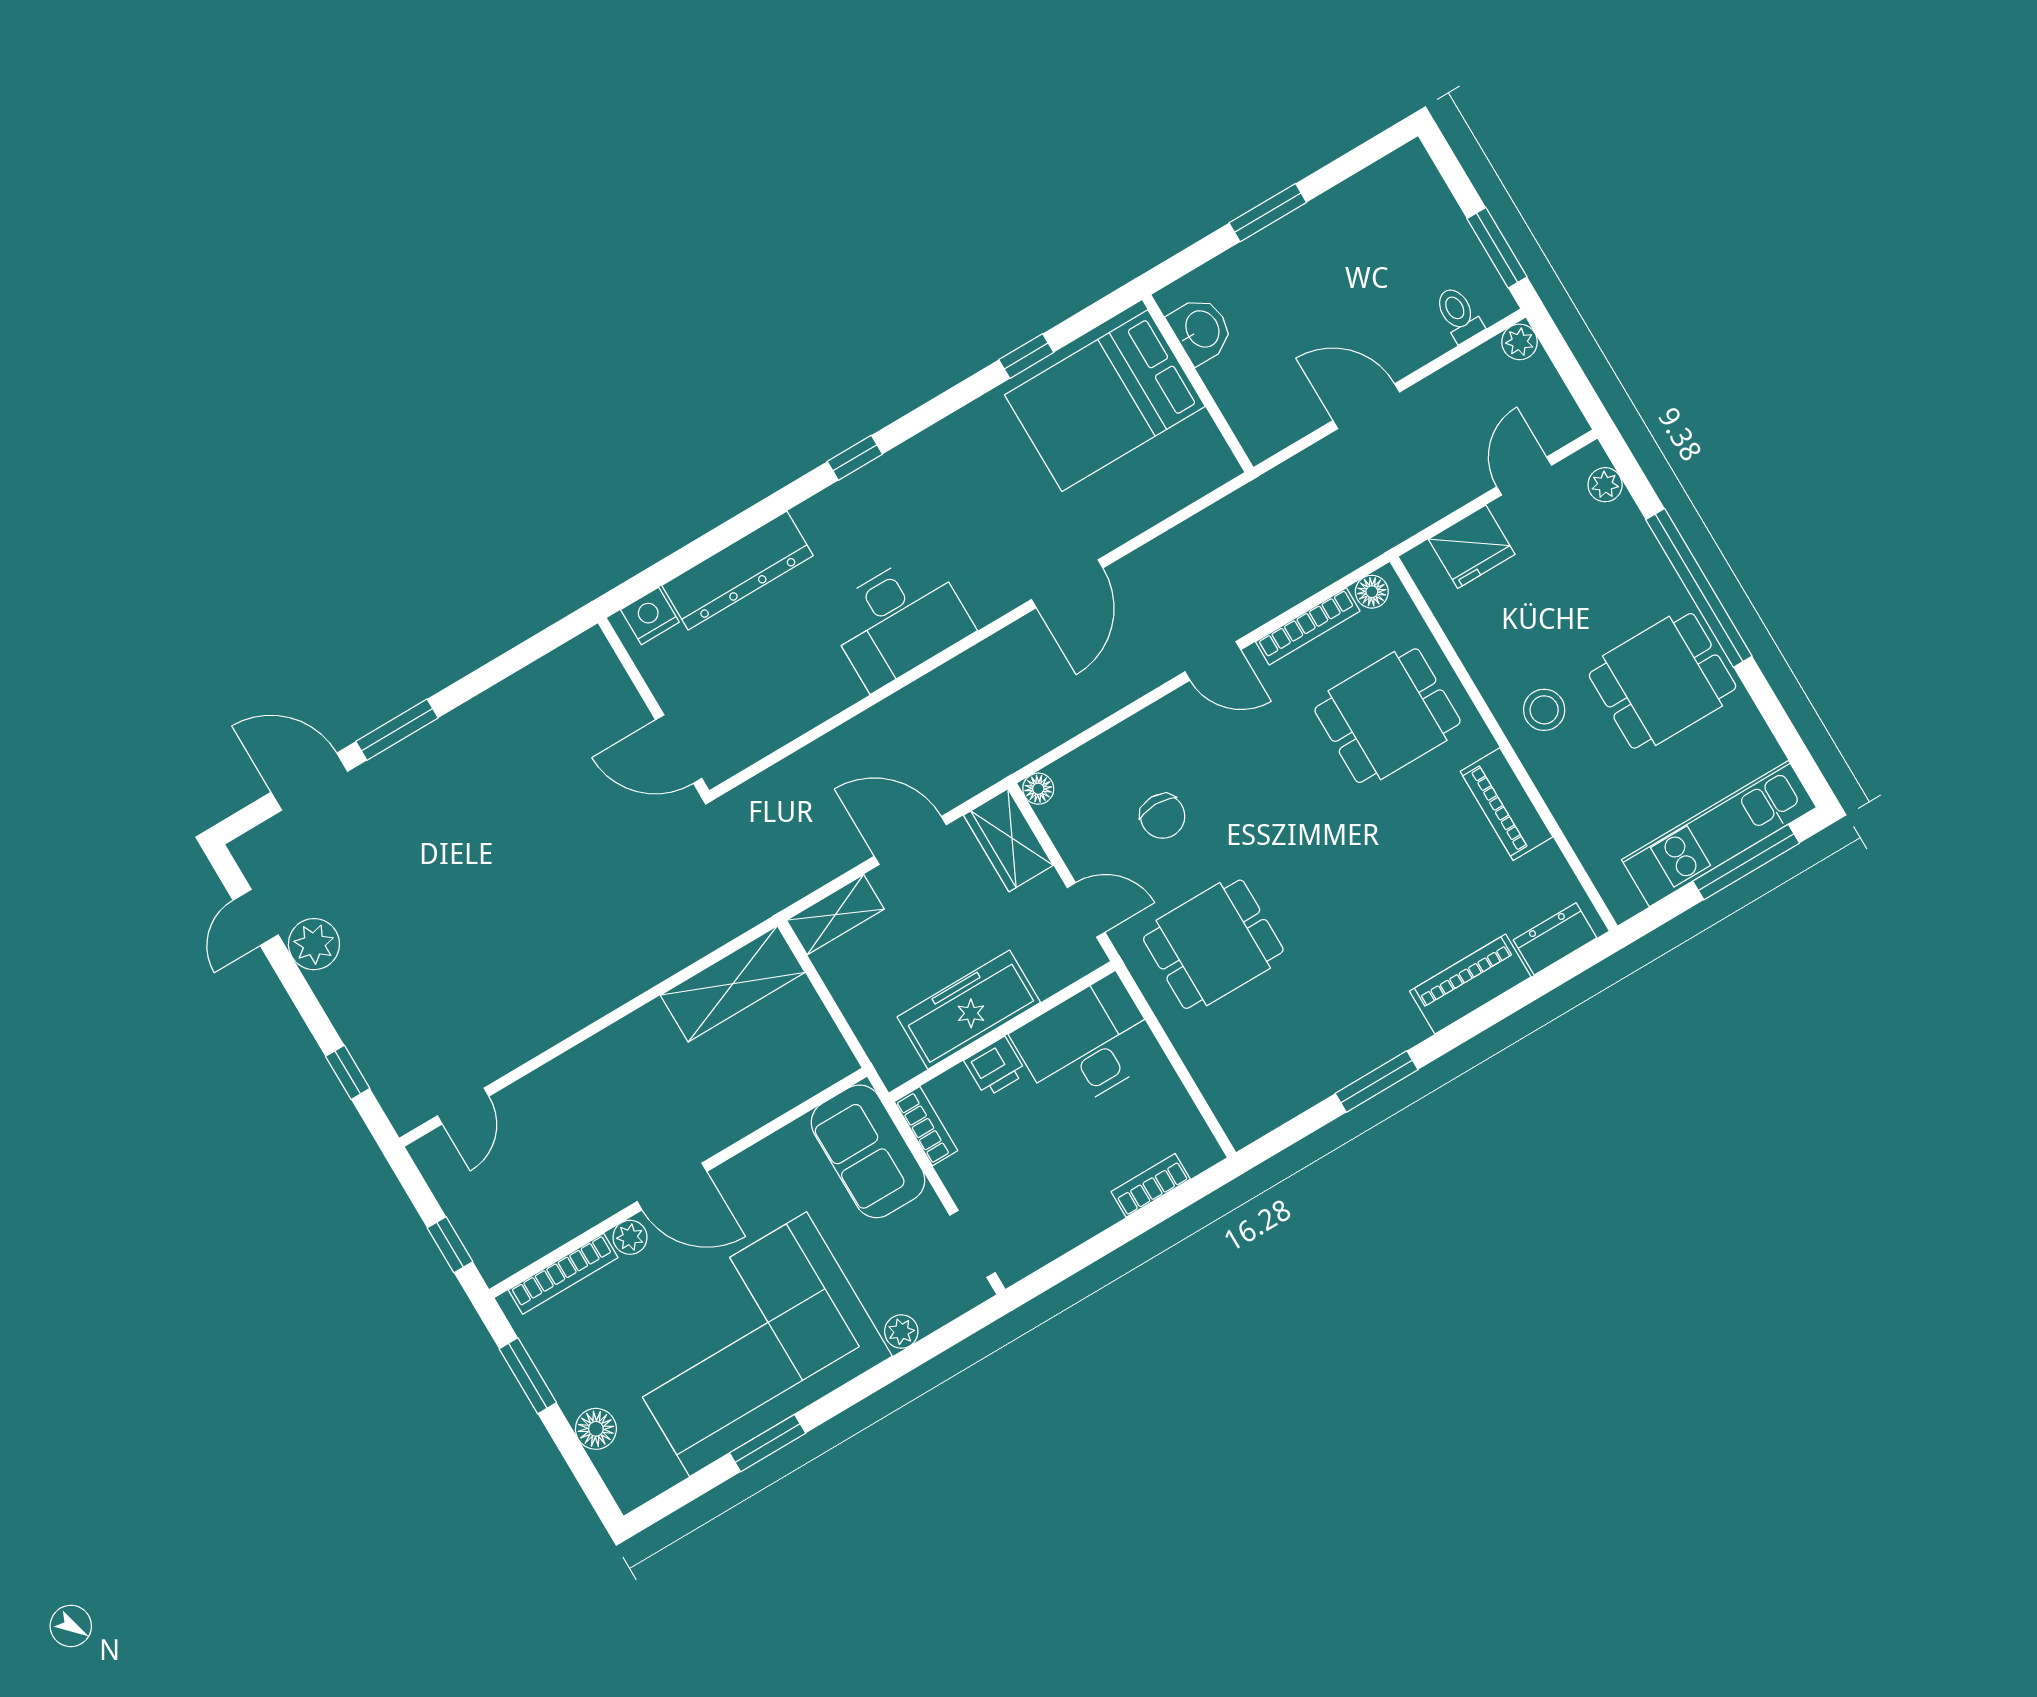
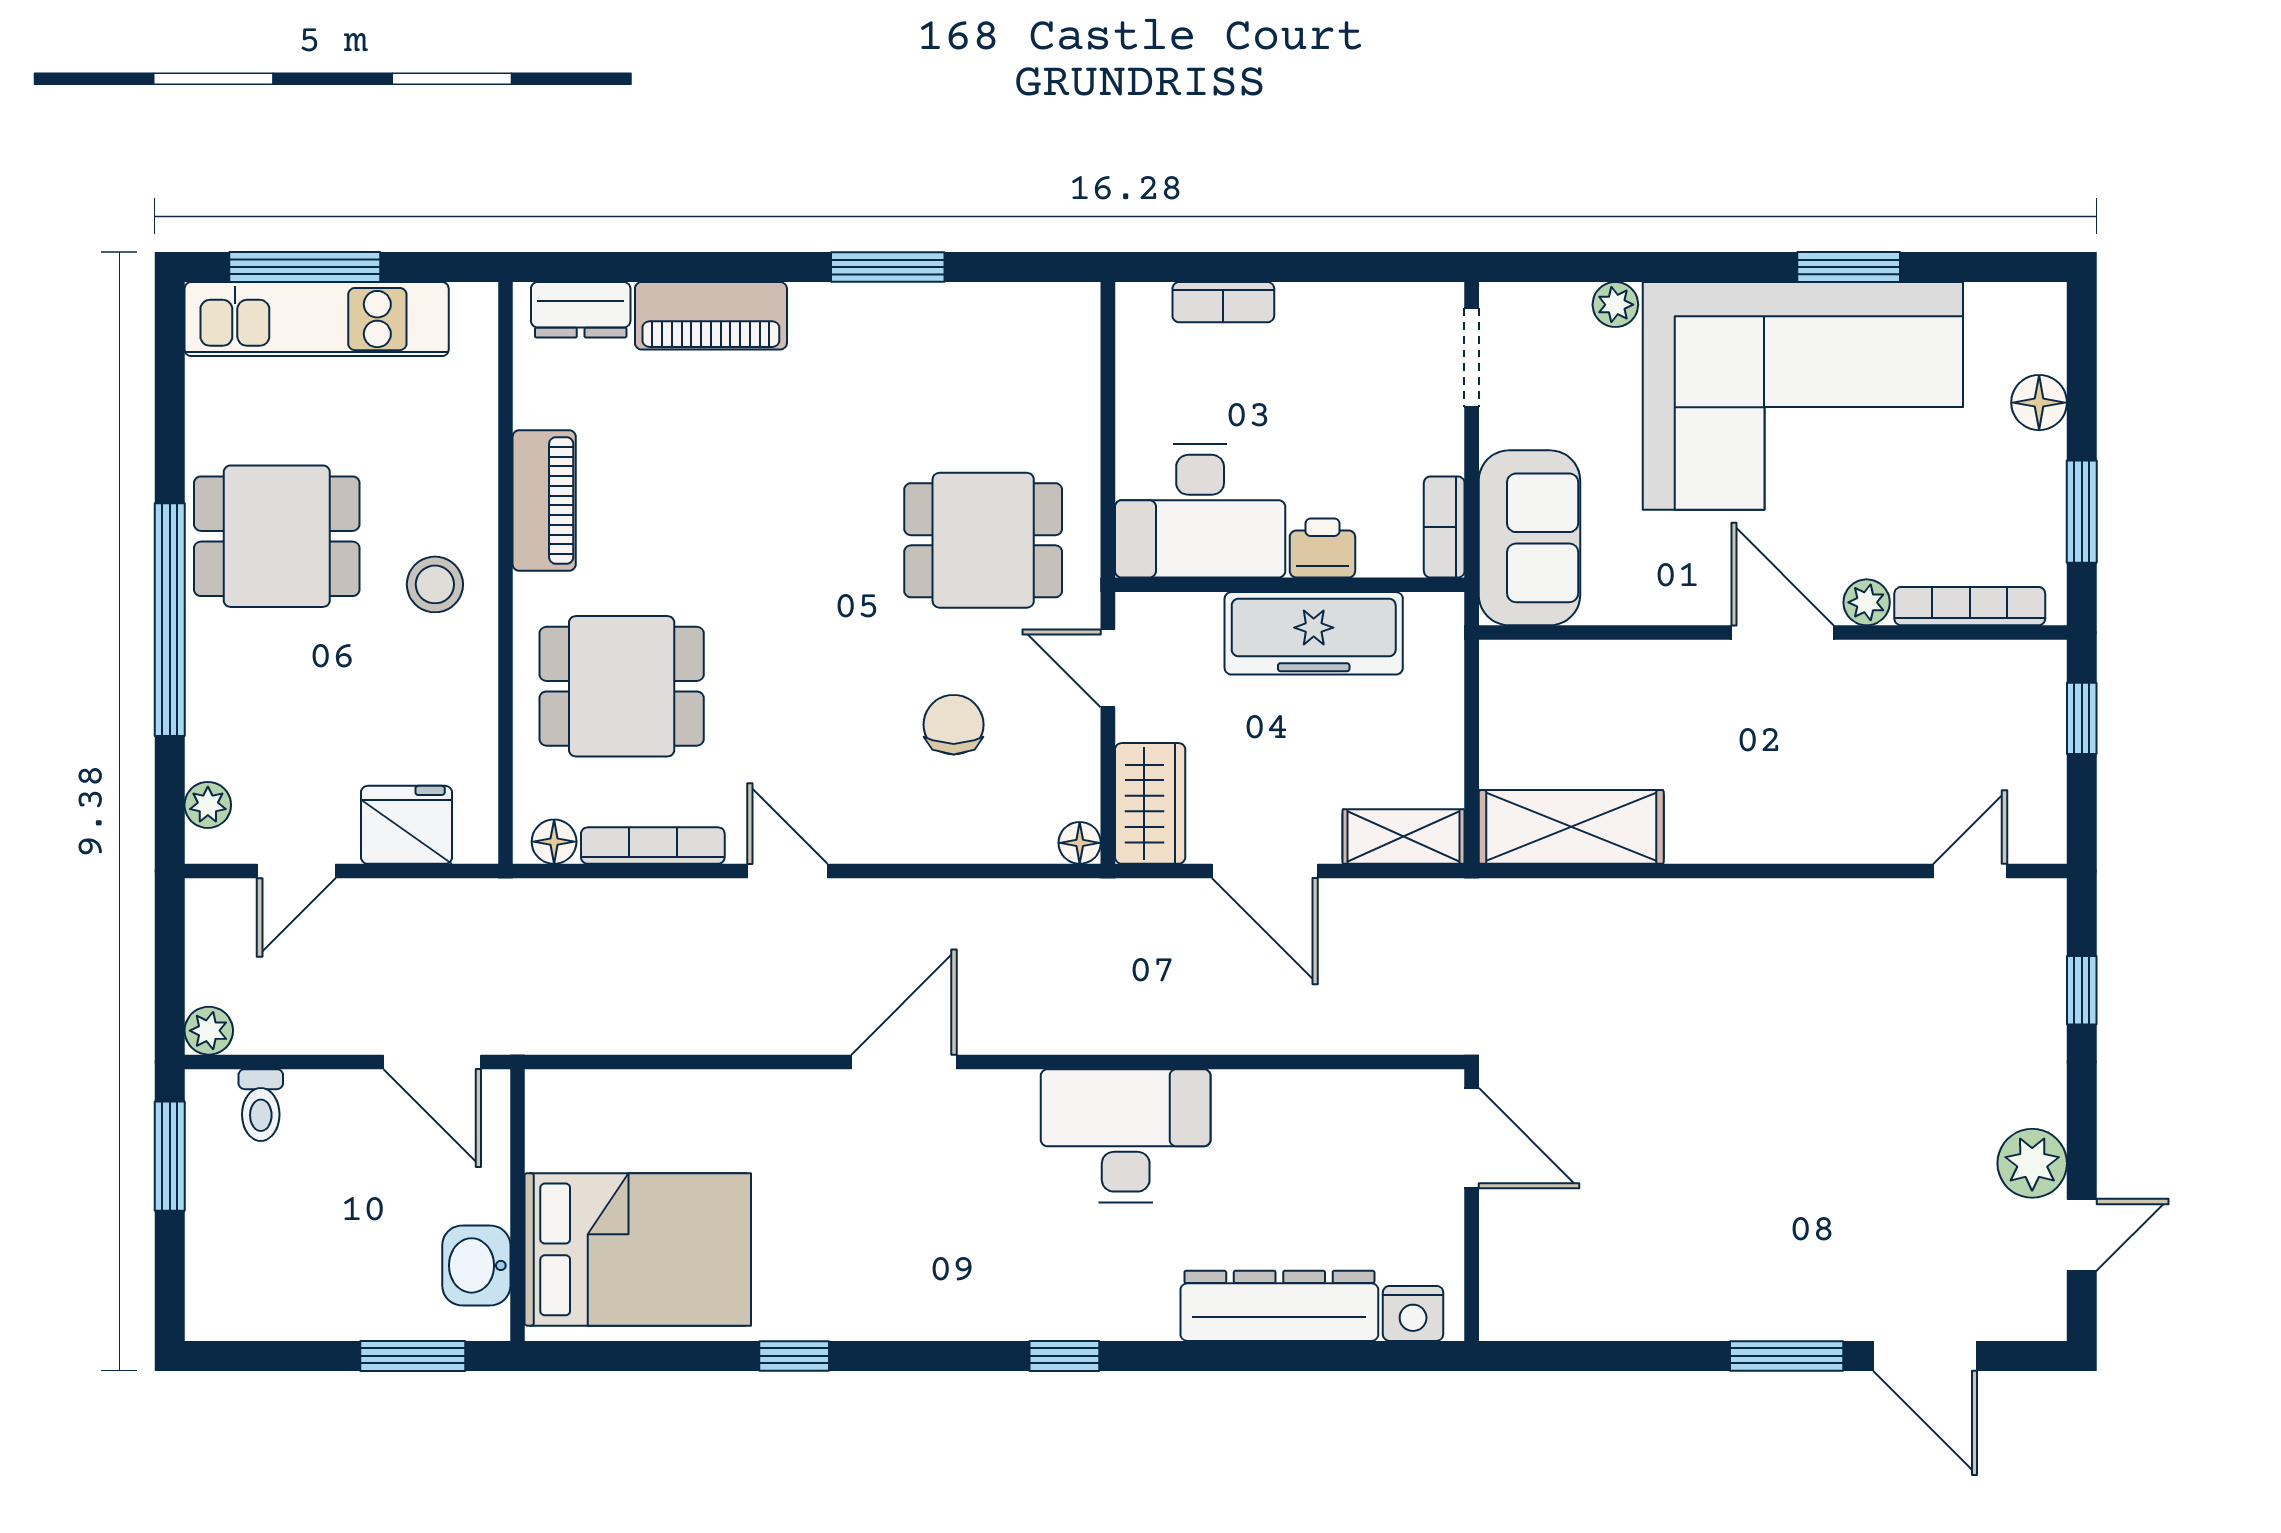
washbasin: (1201, 330) -> (476, 1265), moved
wall: (1198, 384) -> (517, 1205), moved
bed: (1105, 401) -> (638, 1249), moved

